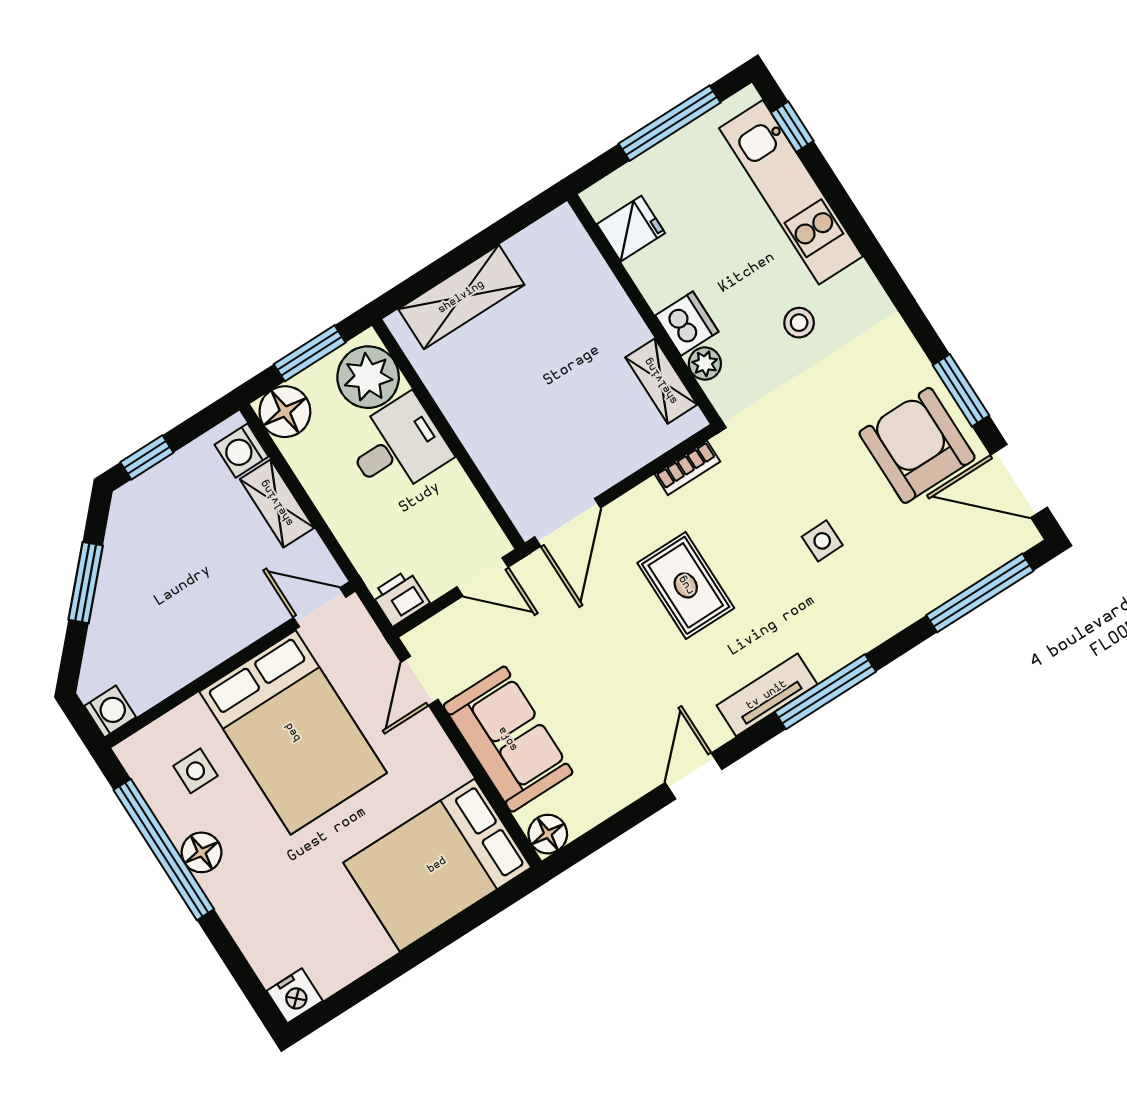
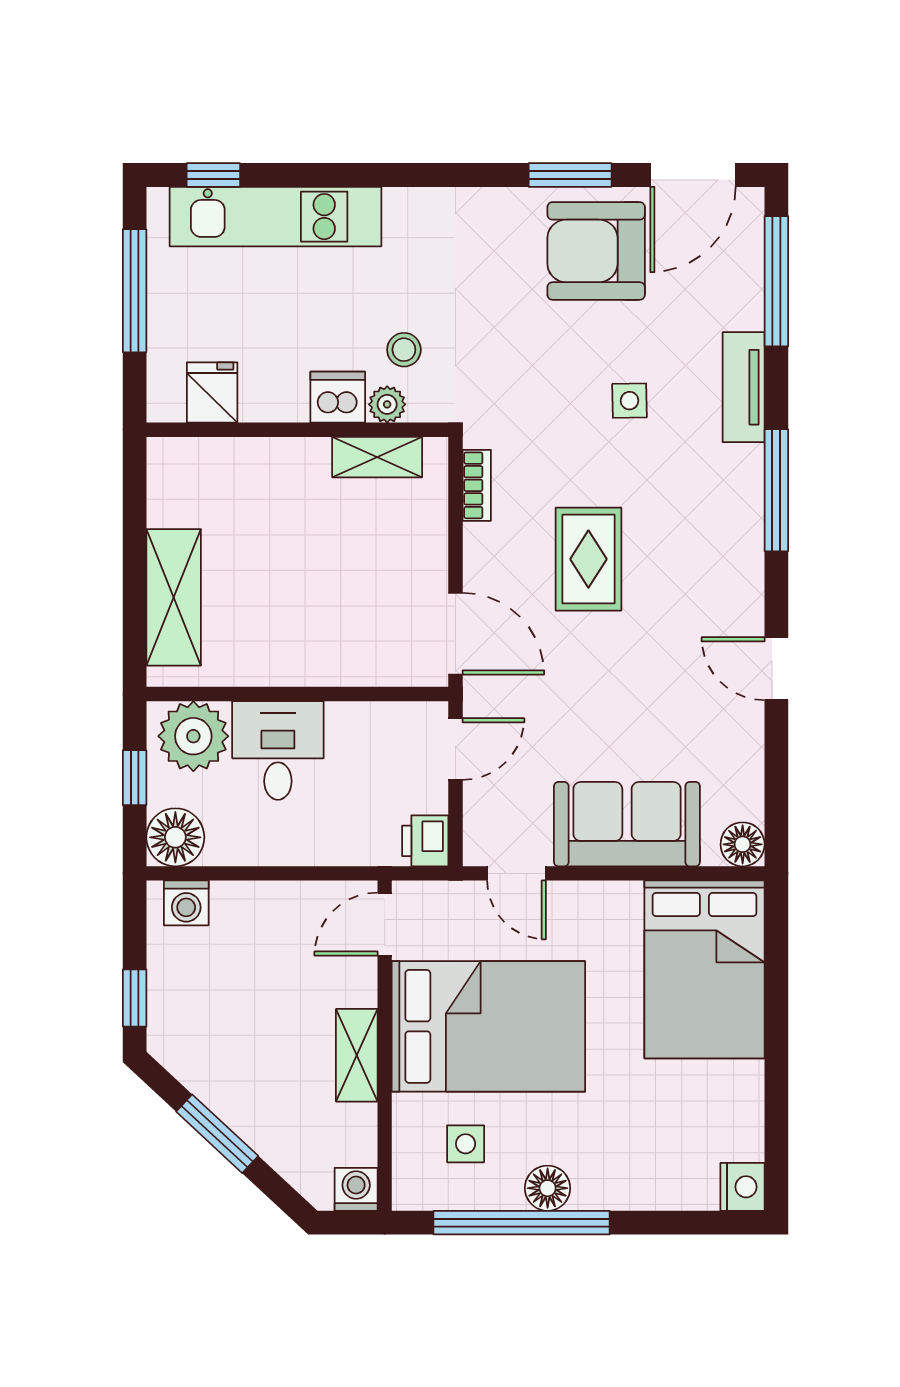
stool: (799, 323) -> (404, 350), moved
window: (310, 353) -> (135, 778), width x0.67
shelving: (277, 503) -> (357, 1055), moved, turned 90
rug: (686, 585) -> (588, 559), turned 90
tv unit: (767, 695) -> (744, 387), moved

